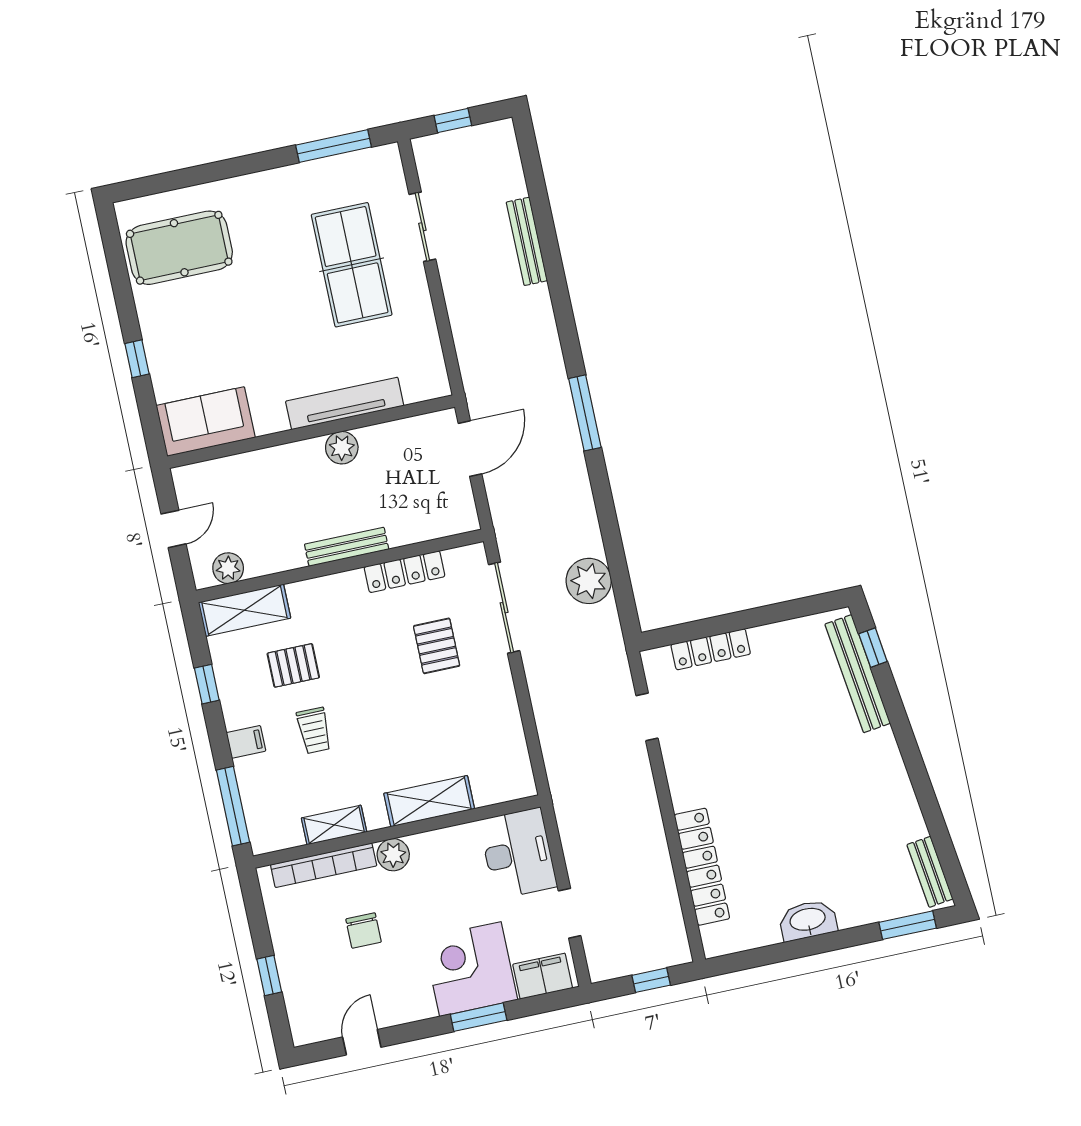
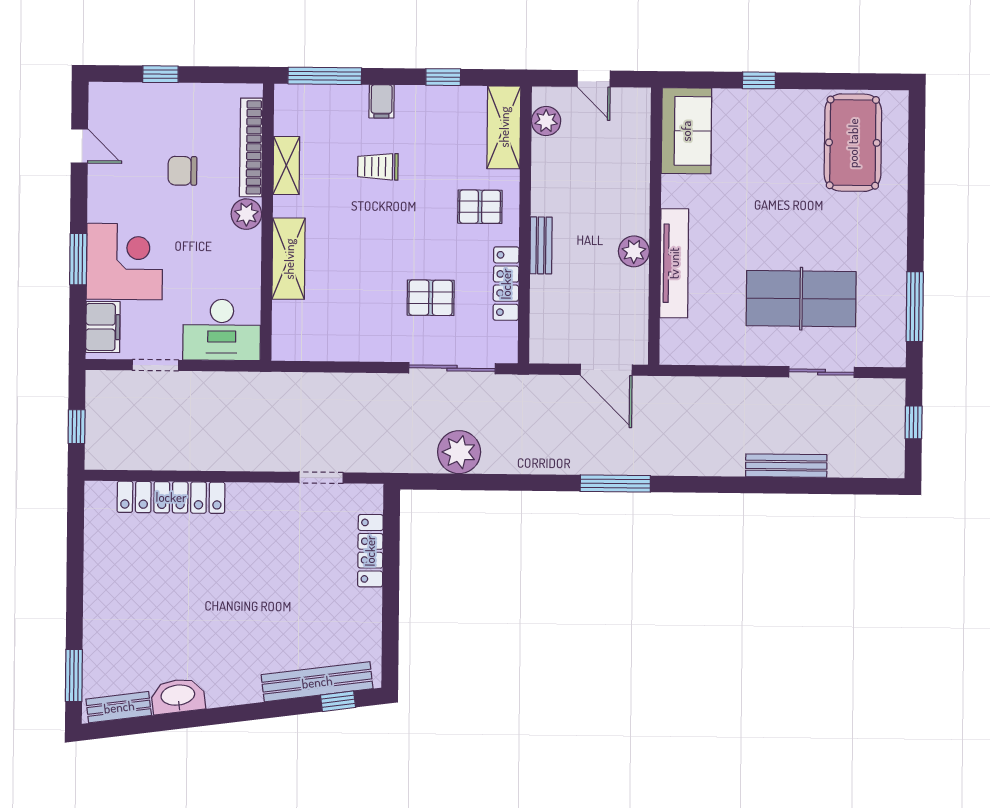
bench: (347, 547) -> (541, 245), width x0.73
pallet: (293, 665) -> (480, 207), moved, turned 90
washbasin: (808, 920) -> (178, 696), moved, turned -97

